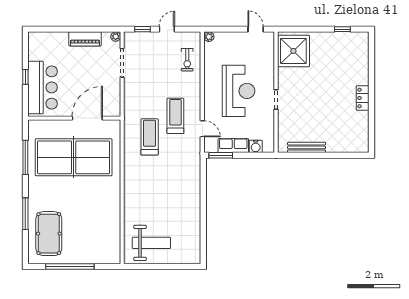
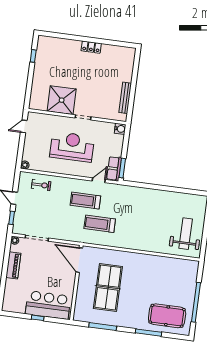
shower: (293, 51) -> (62, 100), moved
door: (87, 118) -> (79, 260), moved
row of seats: (233, 146) -> (114, 169), moved
water cooler: (256, 146) -> (120, 129), moved
table tennis table: (74, 157) -> (108, 287), width x0.73, depth x0.76

